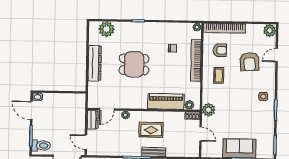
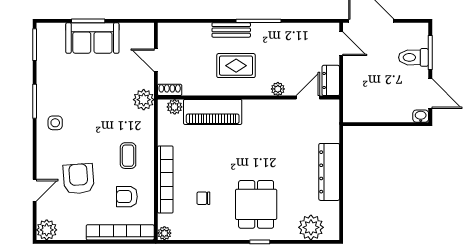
dining table: (134, 64) -> (256, 204), moved, turned 90
toilet: (41, 145) -> (414, 57), moved

